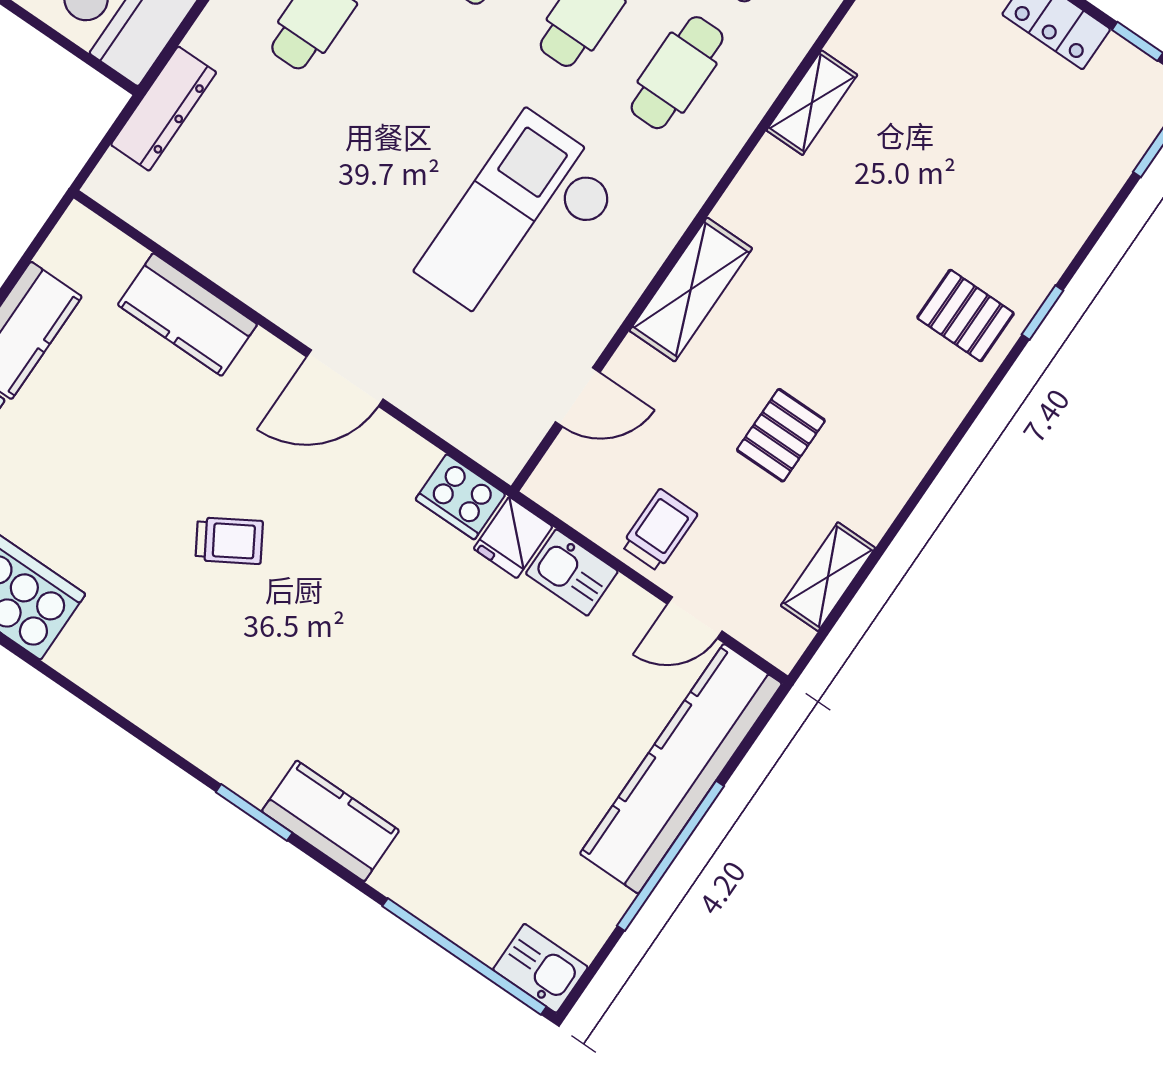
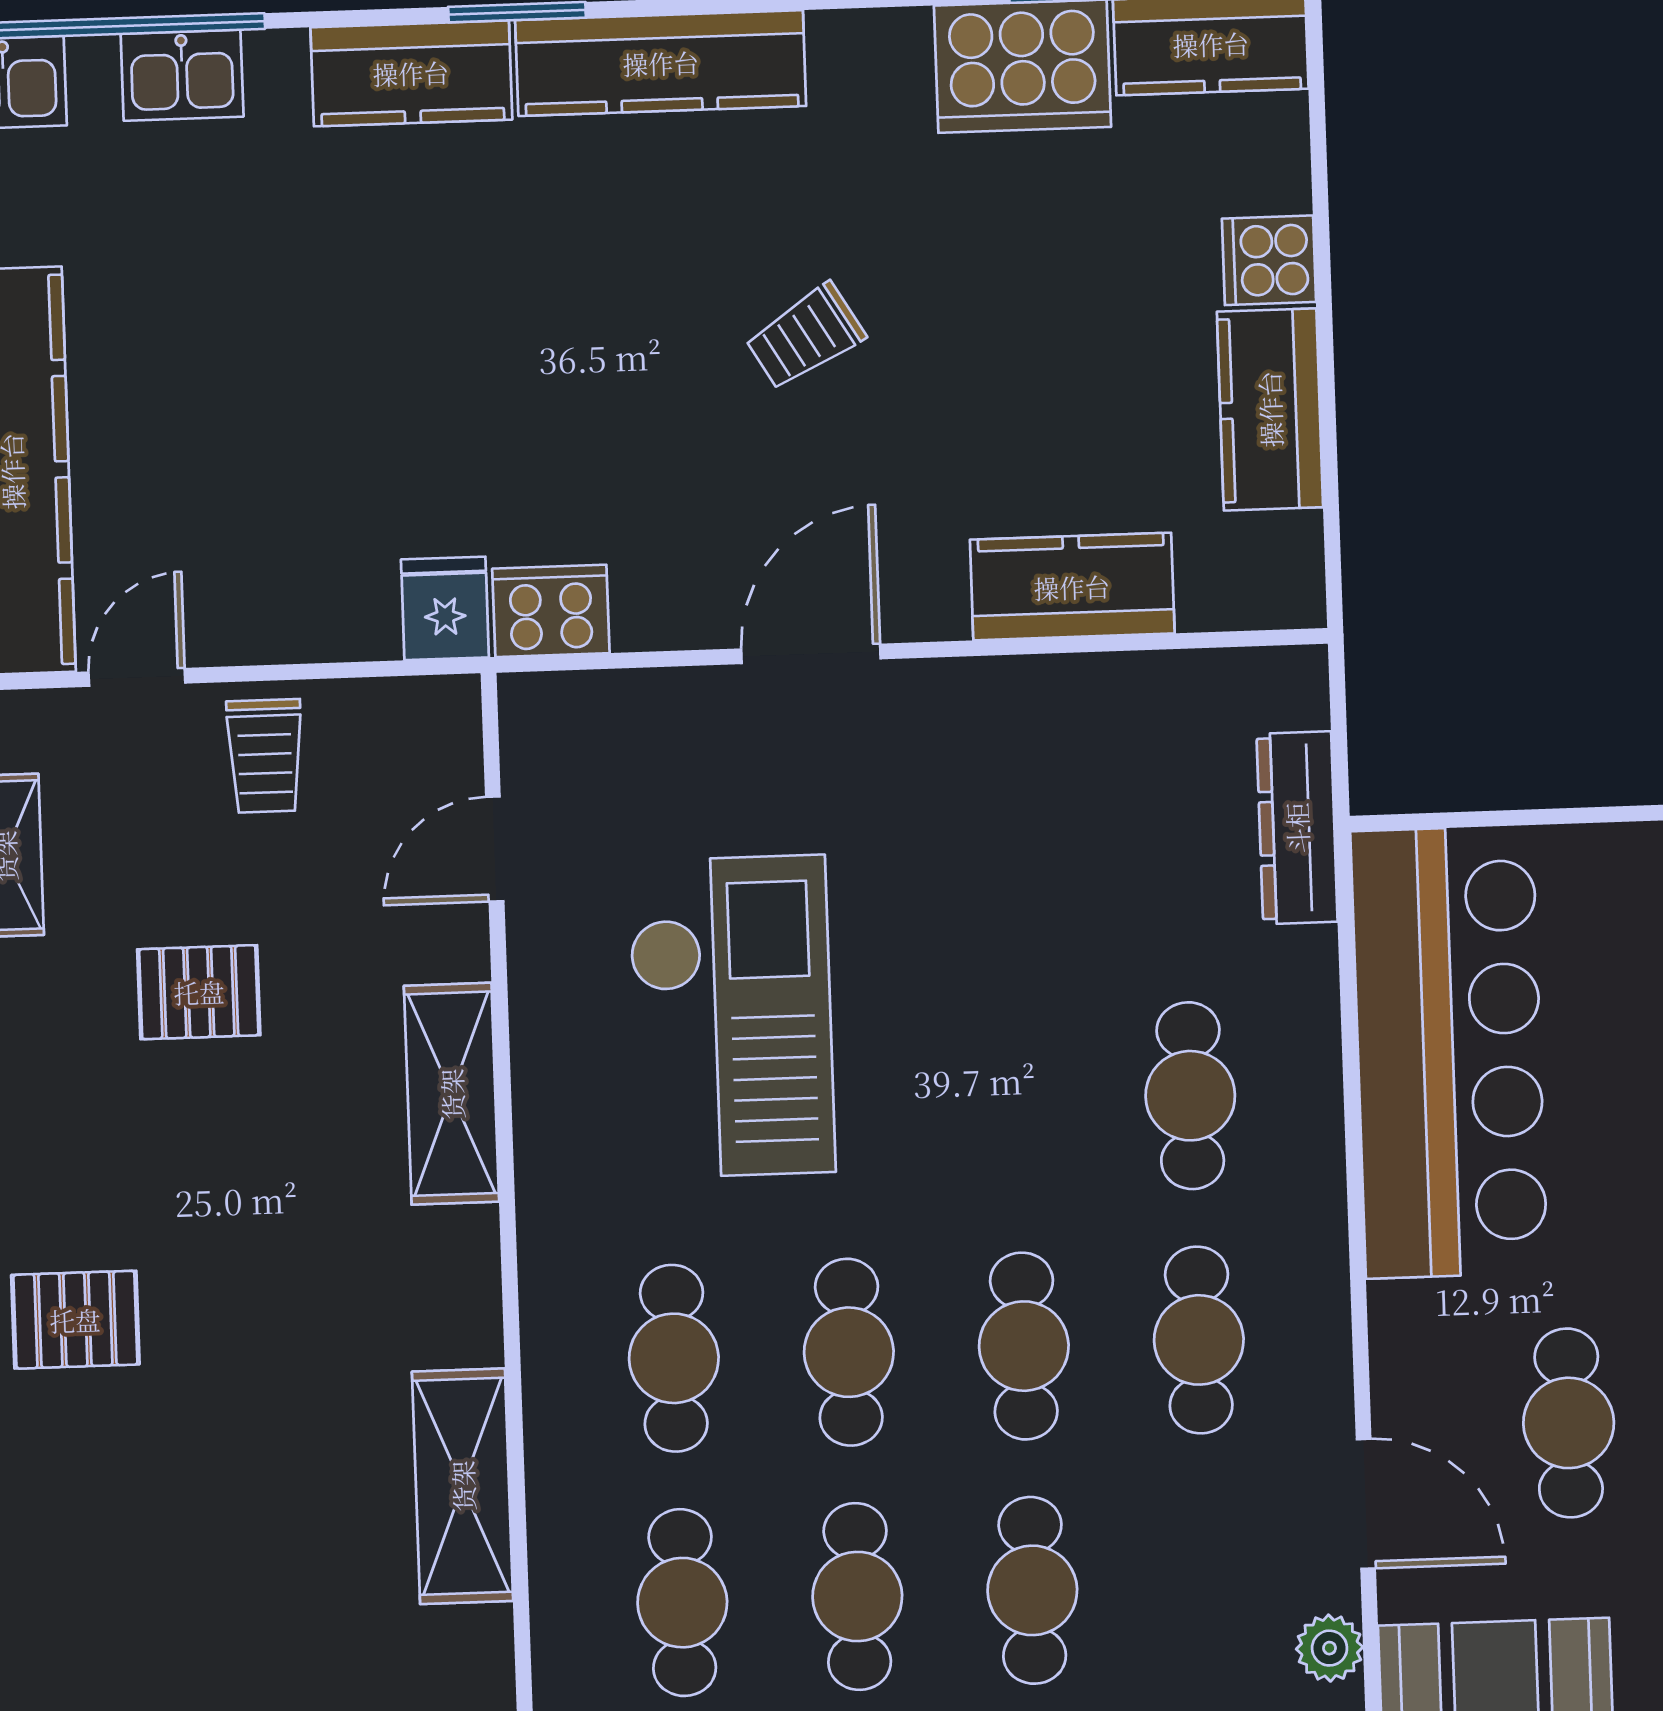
shelving: (812, 103) -> (463, 1486), width x1.50, depth x1.33
pallet: (781, 435) -> (199, 992), turned 90
kitchen sink: (572, 573) -> (182, 75), moved, turned 180
kitchen counter: (200, 733) -> (661, 63), added

